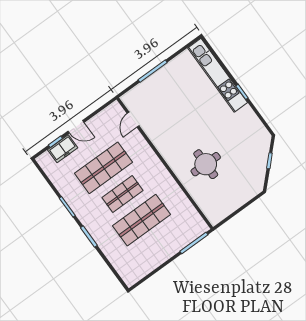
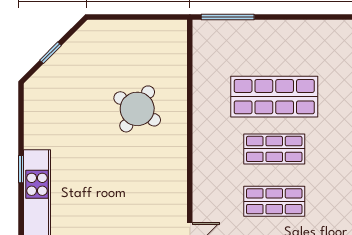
round table: (206, 164) -> (137, 109), turned 33
shop shelf: (104, 168) -> (274, 201), width x0.70, depth x0.74

